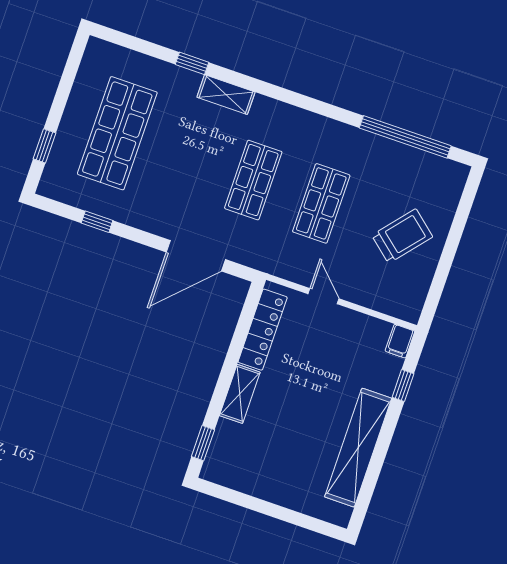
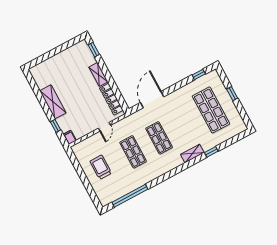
window: (45, 146) -> (232, 94), moved
window: (97, 222) -> (199, 74), moved
trolley: (402, 236) -> (101, 167), turned 140
door: (324, 296) -> (105, 127), hinge flipped
shelving: (358, 448) -> (53, 102), width x0.68

